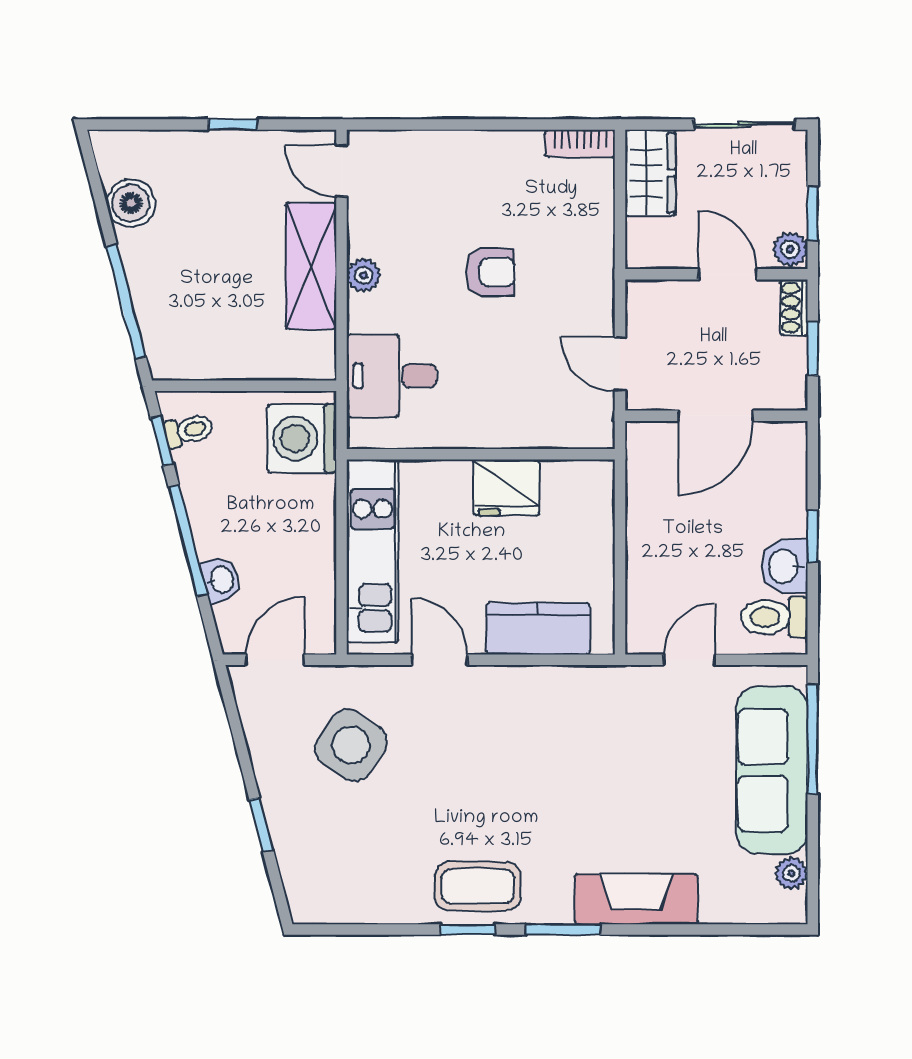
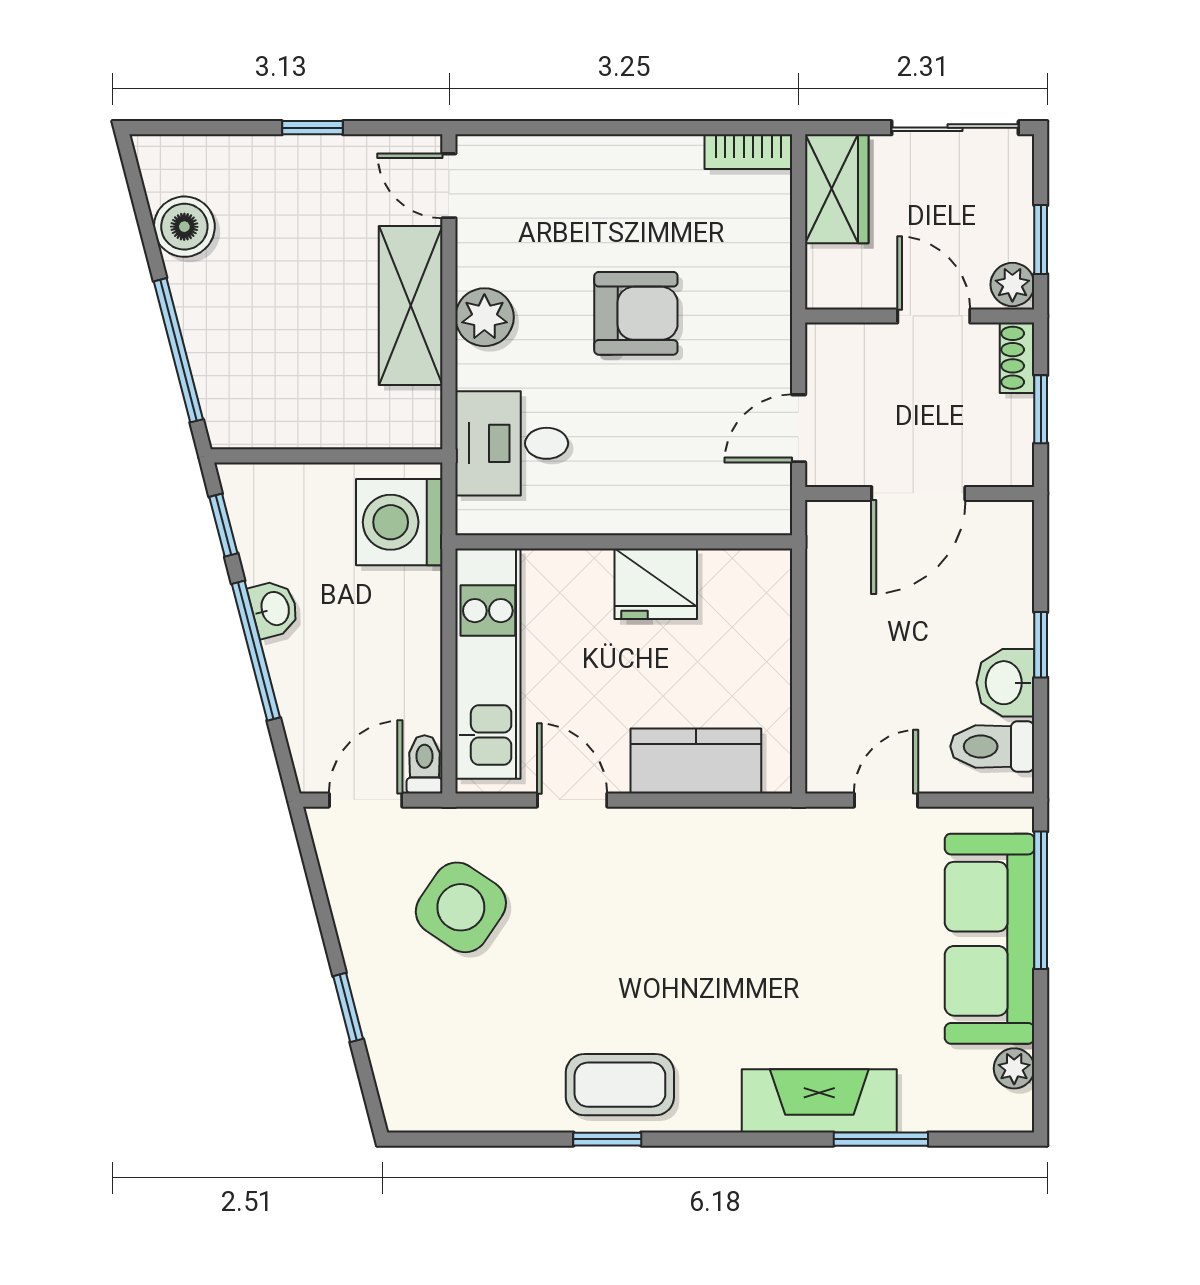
armchair: (490, 272) -> (636, 313), width x1.38, depth x1.38
plant: (364, 275) -> (484, 317), width x1.38, depth x1.38
door: (620, 364) -> (799, 428), hinge flipped
toilet: (189, 430) -> (424, 764), moved, turned -76
washbasin: (221, 580) -> (274, 609), moved
window: (563, 930) -> (881, 1139), moved

